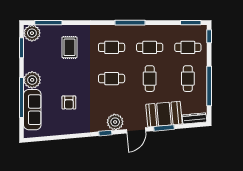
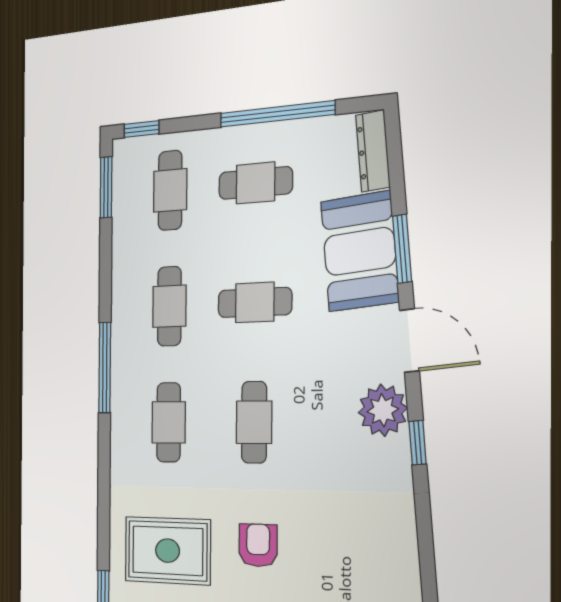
rug: (69, 47) -> (168, 551), width x1.36, depth x1.43
armchair: (69, 102) -> (258, 545), moved, turned -90

